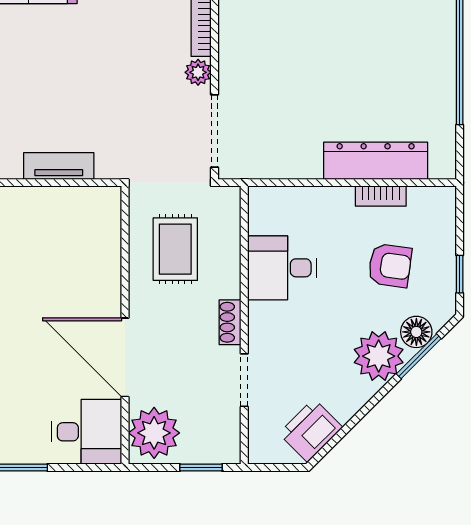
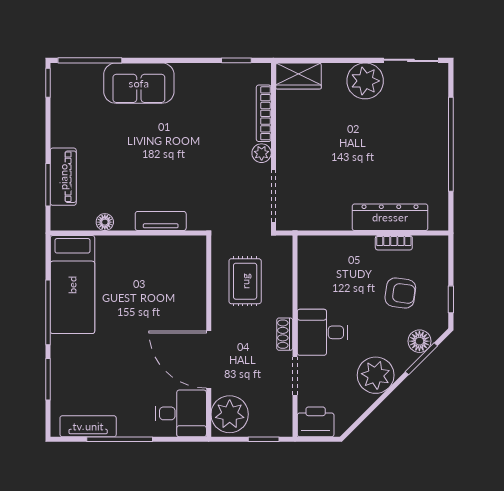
desk: (282, 268) -> (322, 332), moved
plant: (379, 356) -> (376, 375), moved
printer: (311, 430) -> (316, 422), moved, turned 45

